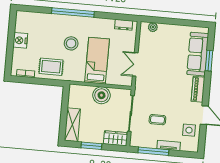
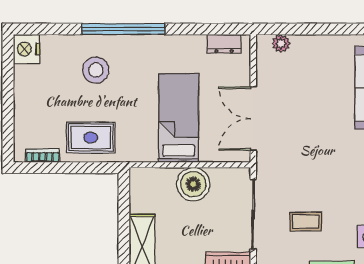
nightstand: (20, 40) -> (26, 49), moved
stool: (71, 43) -> (96, 70), moved
double door: (135, 64) -> (253, 119), width x1.37

